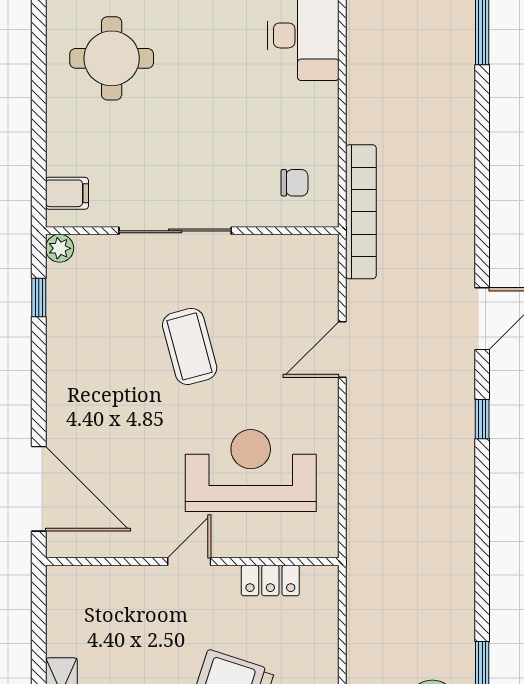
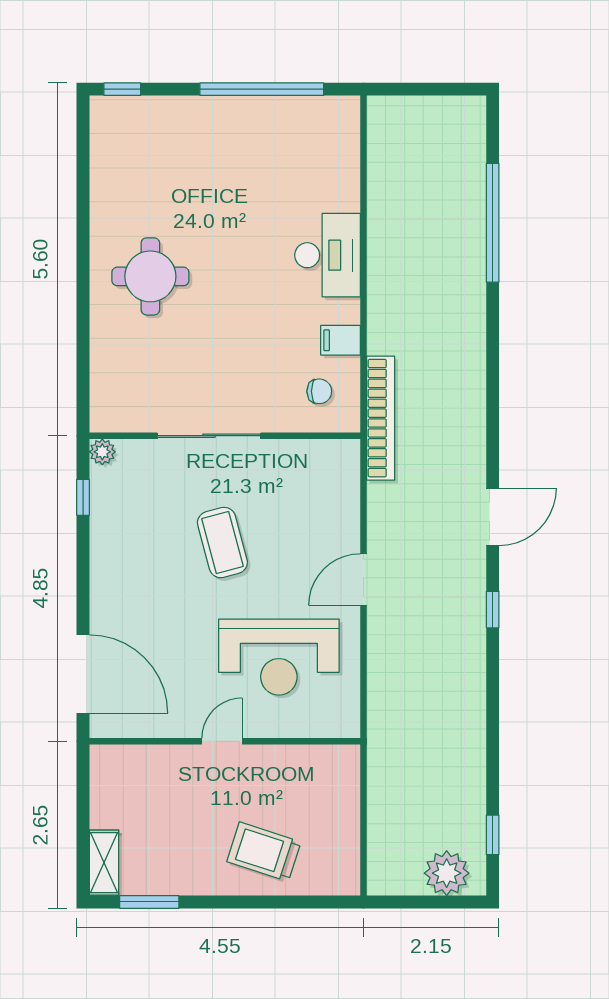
filing cabinet: (67, 193) -> (340, 340), moved, turned 180
door: (342, 350) -> (363, 580), moved
reception desk: (251, 470) -> (279, 657), turned 180
locker: (270, 580) -> (297, 759), removed

